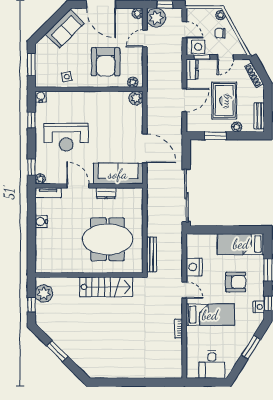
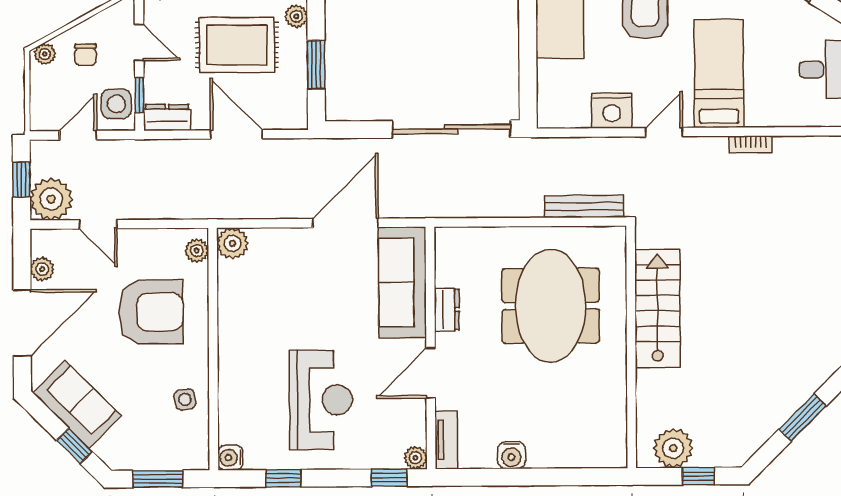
plant: (138, 13) -> (42, 269), moved
window: (46, 27) -> (75, 446), added

